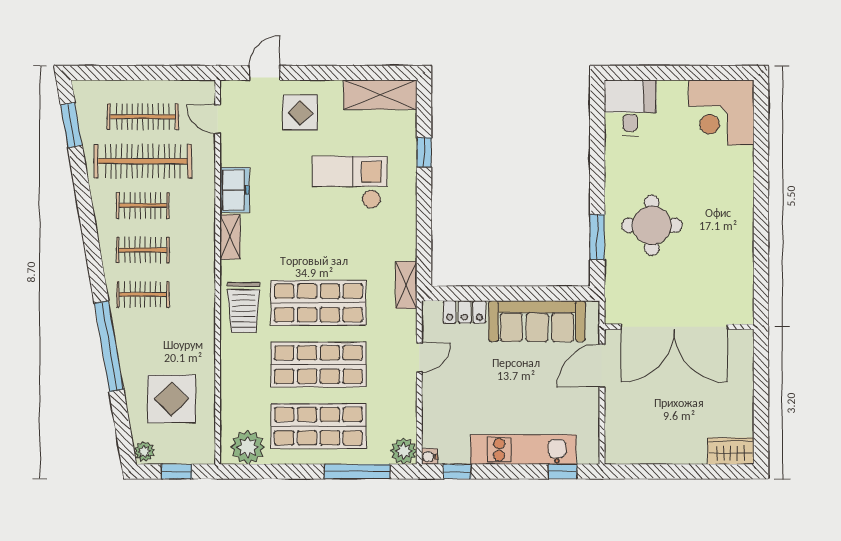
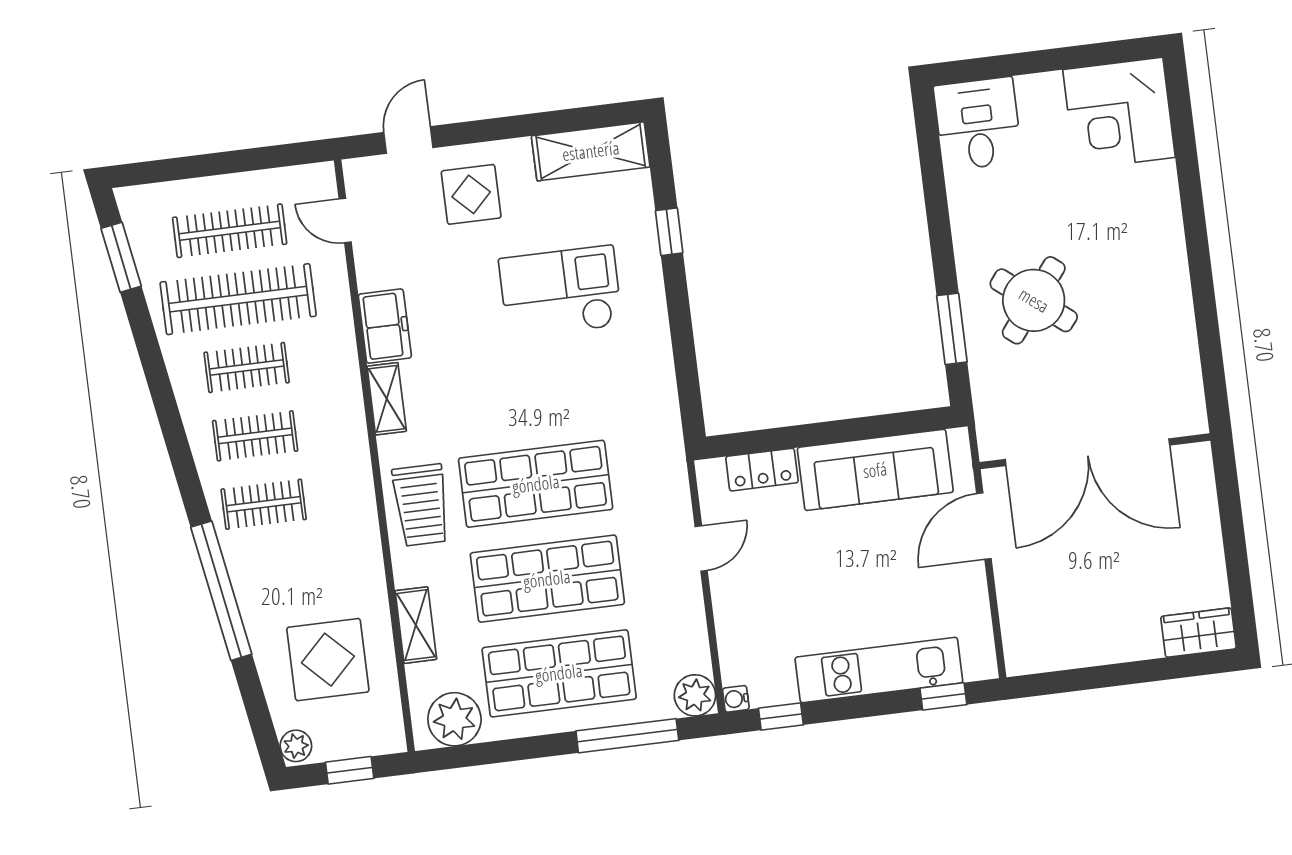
round table: (652, 225) -> (1034, 300), turned 38
shelving: (406, 285) -> (416, 625), moved

